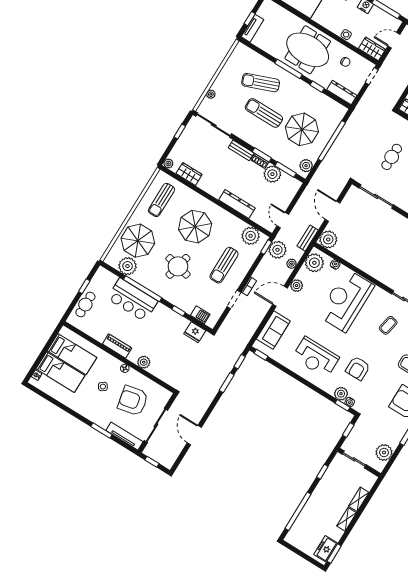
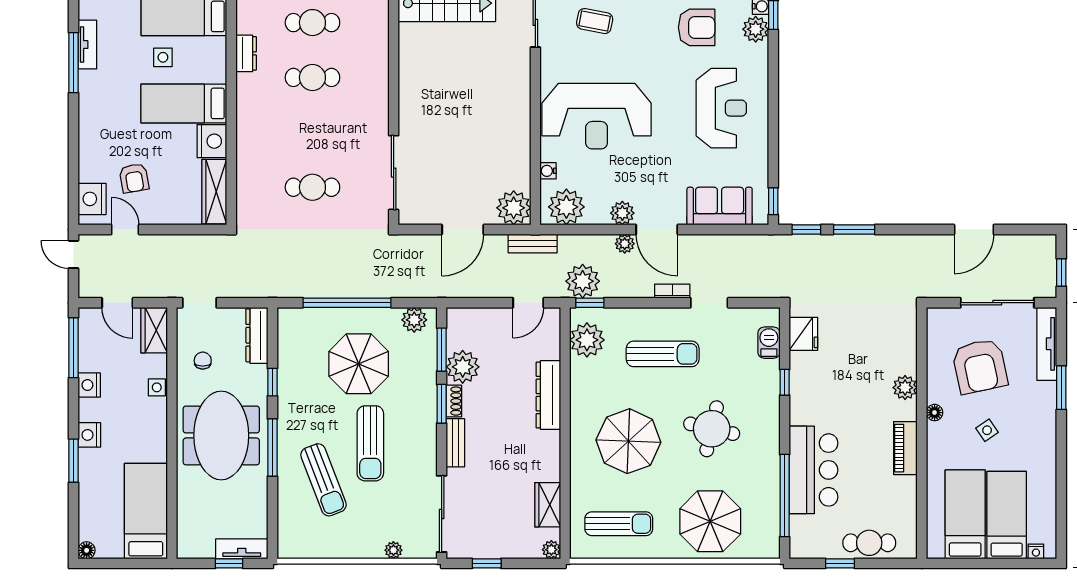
plant: (292, 264) -> (625, 244), moved
plant: (128, 266) -> (763, 512), removed
window: (143, 289) -> (785, 496), moved

